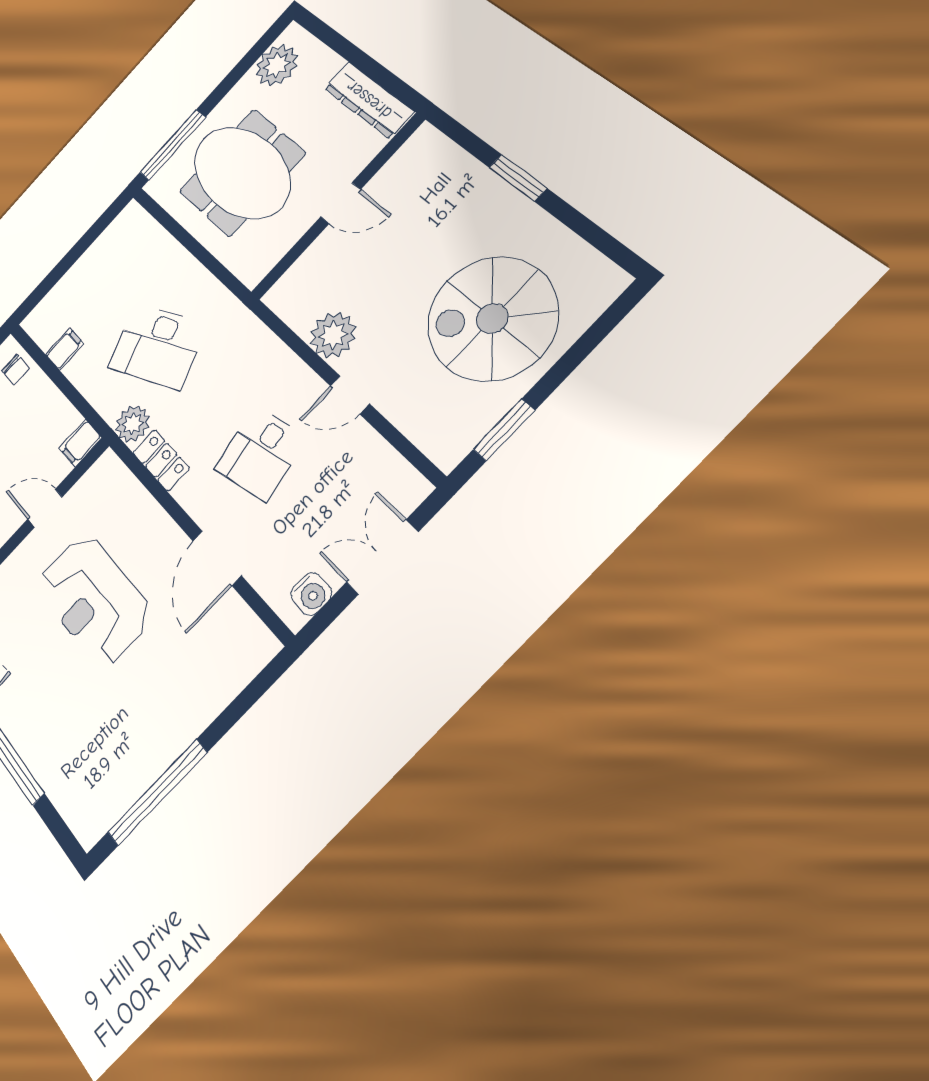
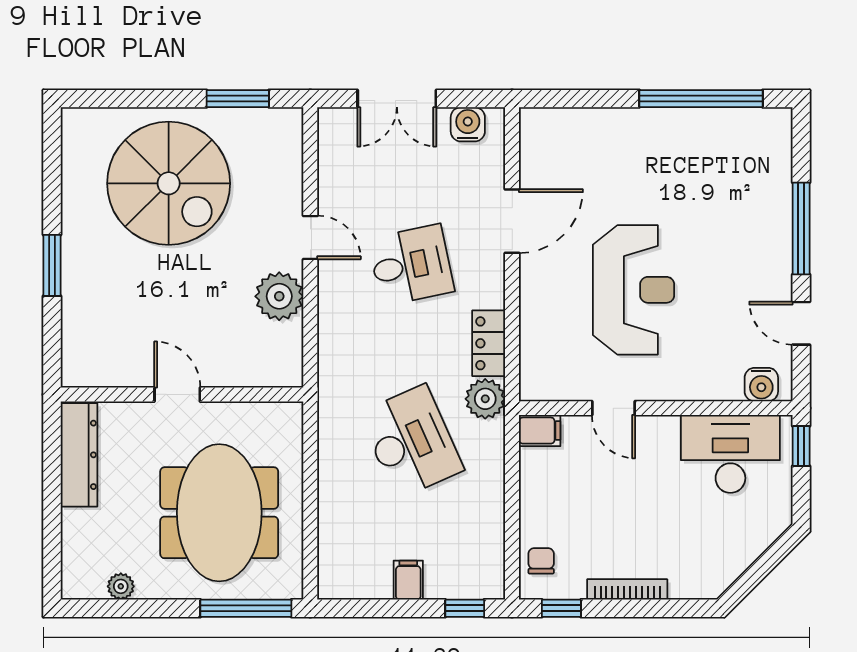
plant: (277, 65) -> (121, 586), width x0.53, depth x0.53
window: (39, 293) -> (465, 608), added
filing cabinet: (65, 349) -> (408, 580), moved, turned 90

